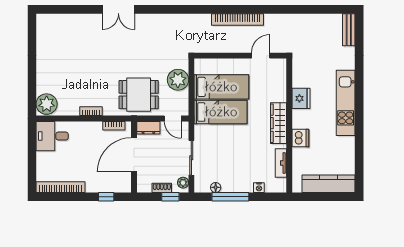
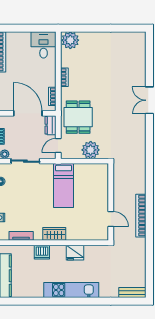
bookcase: (237, 19) -> (141, 216), moved
bed: (221, 87) -> (85, 186), removed
wardrobe: (278, 123) -> (54, 234), width x0.67

